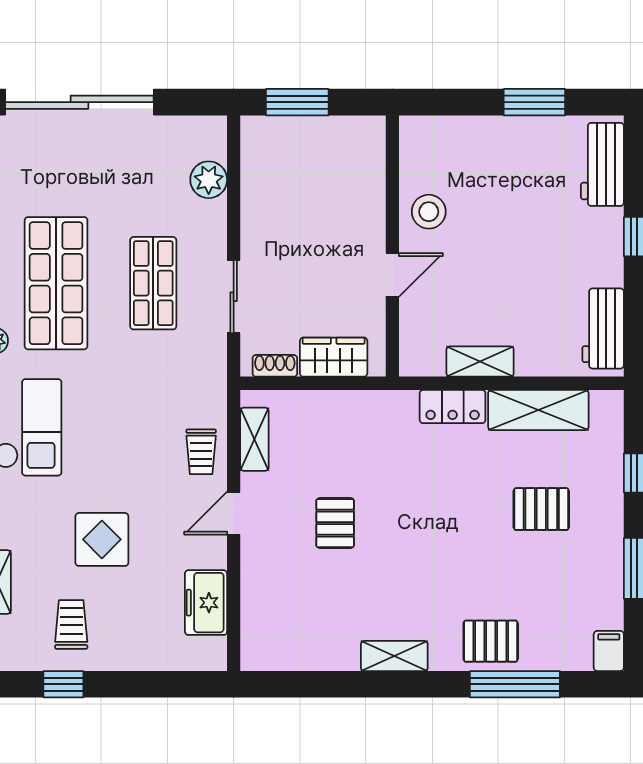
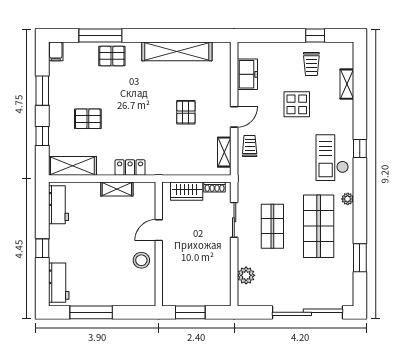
window: (297, 102) -> (190, 312), moved
window: (534, 102) -> (91, 312), width x1.44
shelving: (538, 410) -> (72, 166), moved
shelving: (394, 656) -> (177, 51), width x2.20, depth x1.33

